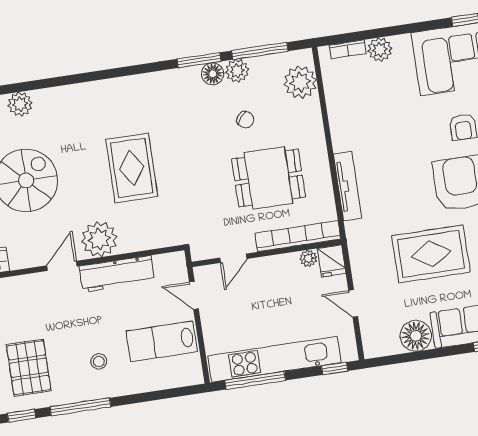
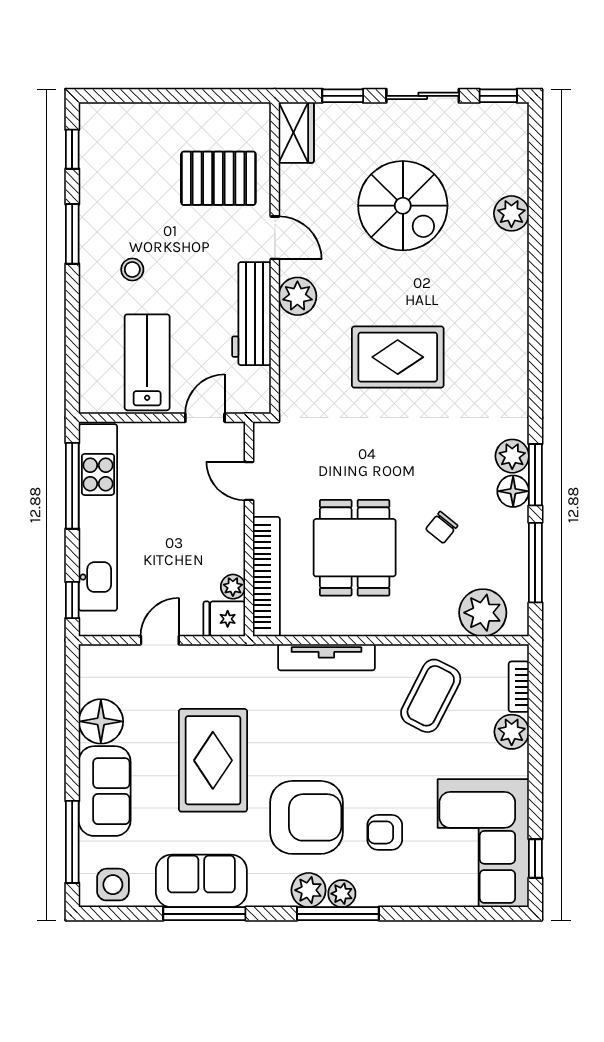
plant: (237, 71) -> (512, 456), moved
coffee table: (363, 110) -> (431, 696), added
plant: (99, 239) -> (297, 296), width x0.73, depth x0.73
pallet: (29, 368) -> (218, 178), moved
window: (80, 407) -> (72, 234), width x0.69

